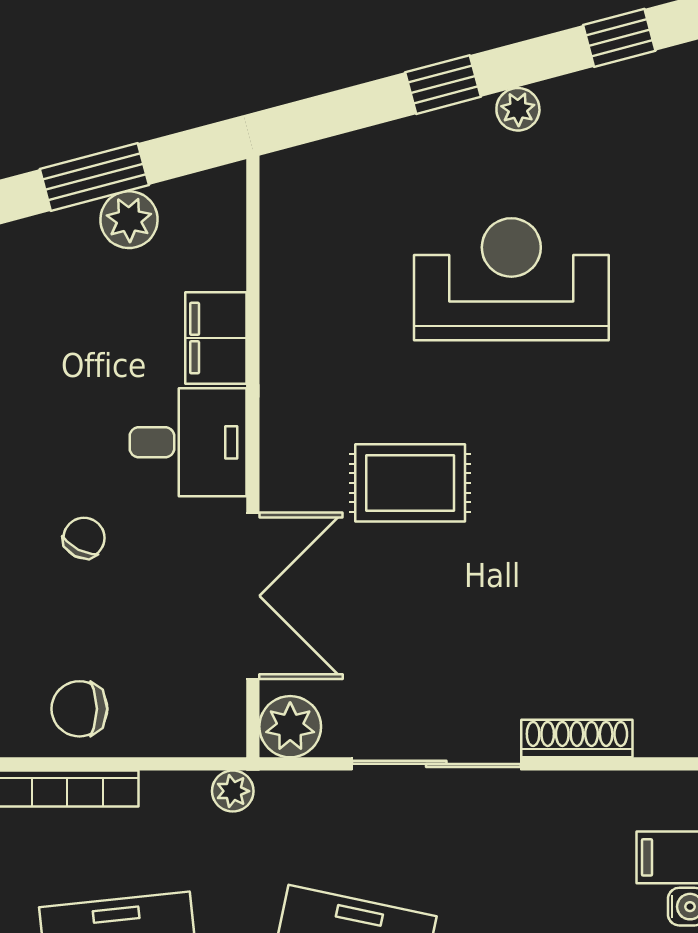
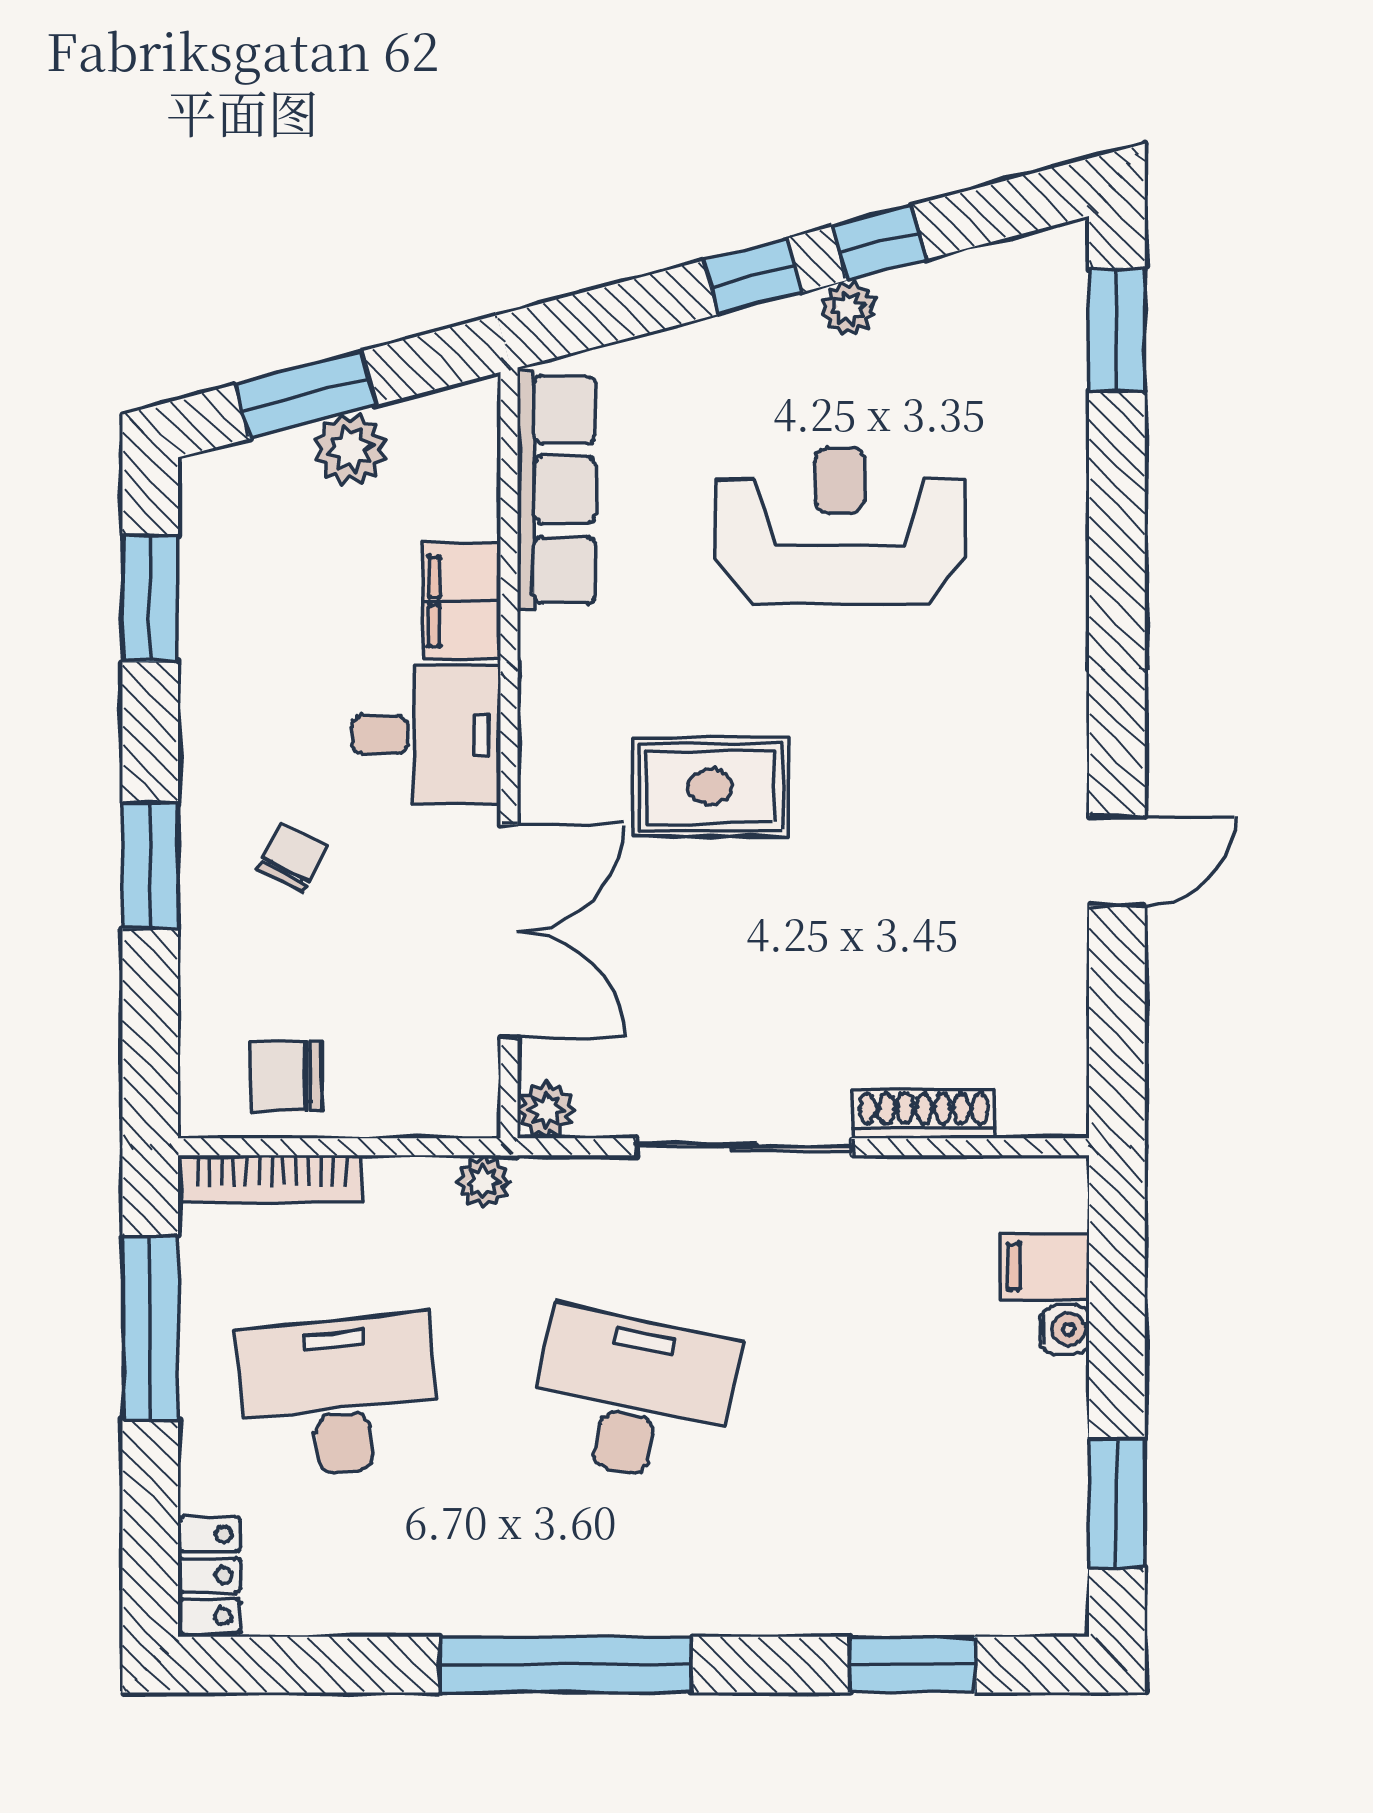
window: (619, 38) -> (879, 243), moved
row of seats: (290, 251) -> (556, 490), added
plant: (290, 727) -> (546, 1110), width x0.73, depth x0.73

